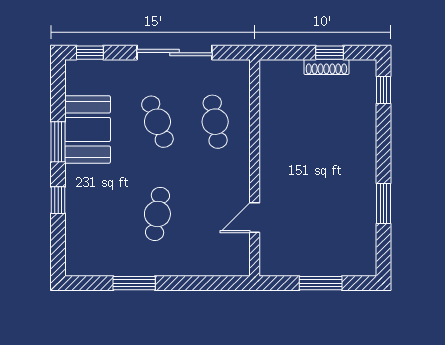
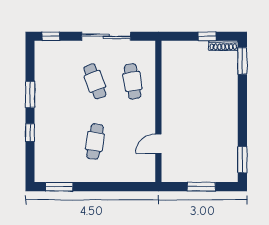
shoe rack: (326, 67) -> (223, 46), moved
window: (384, 90) -> (242, 61), width x1.50
booth: (88, 130) -> (49, 86), removed
window: (384, 204) -> (242, 160), moved
window: (134, 283) -> (59, 187), moved

